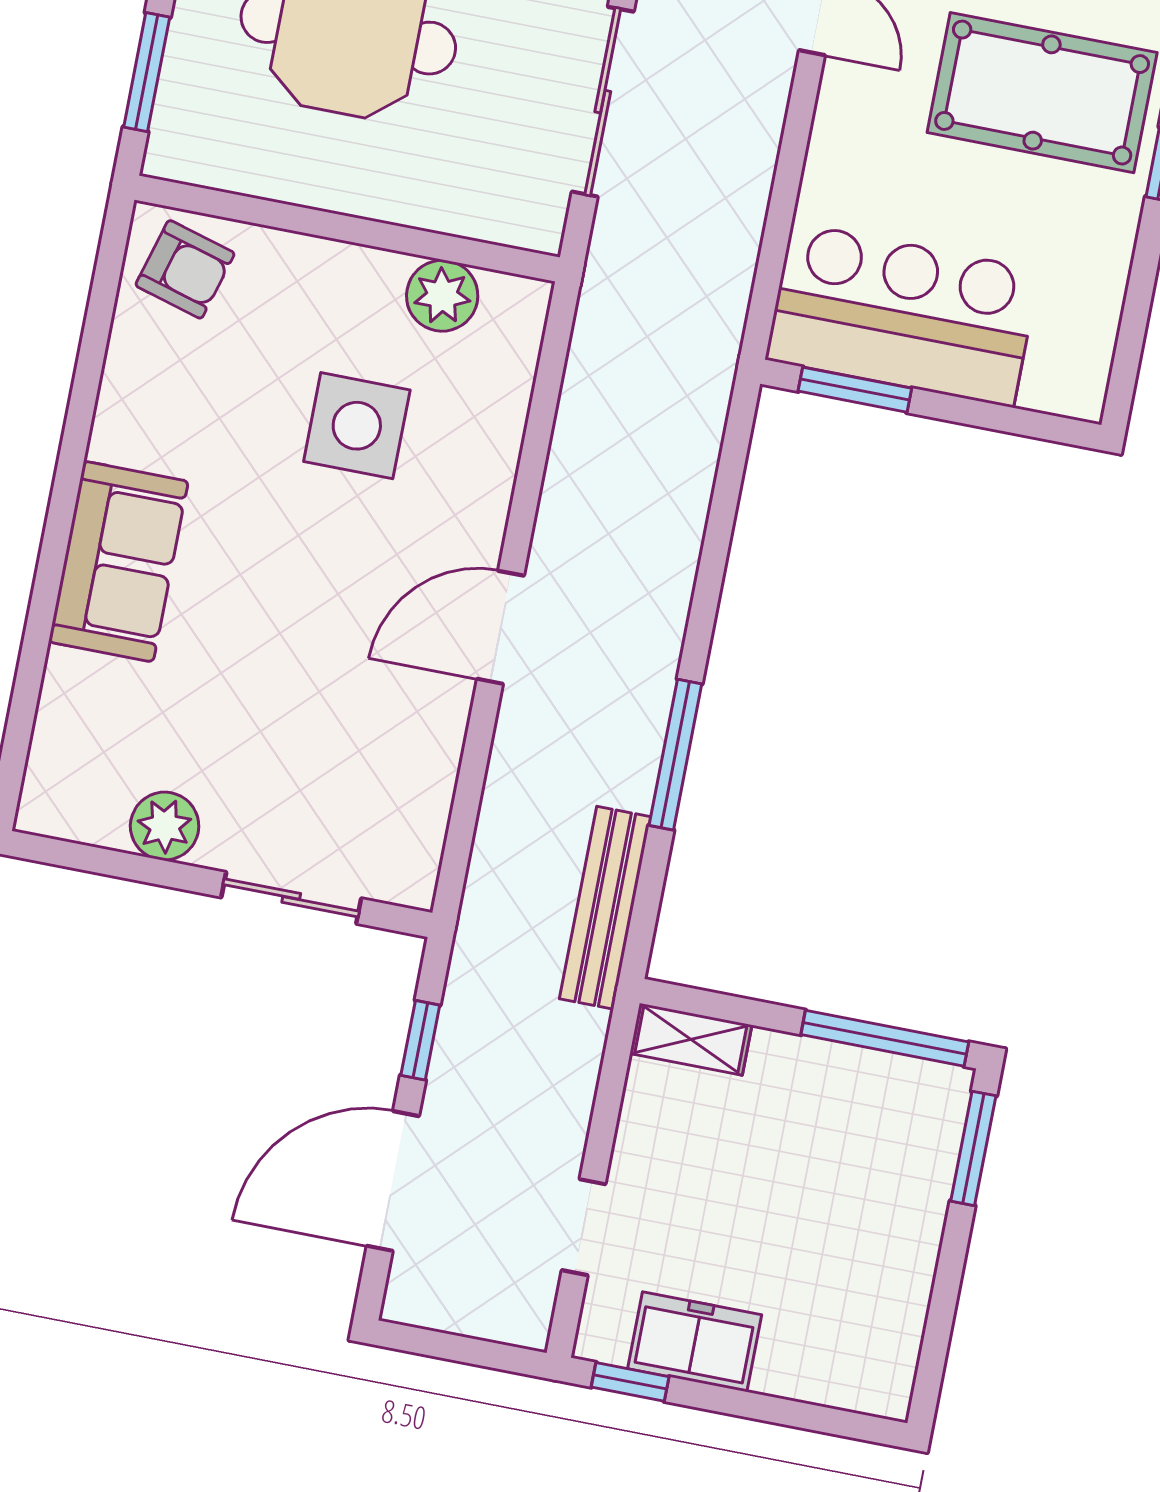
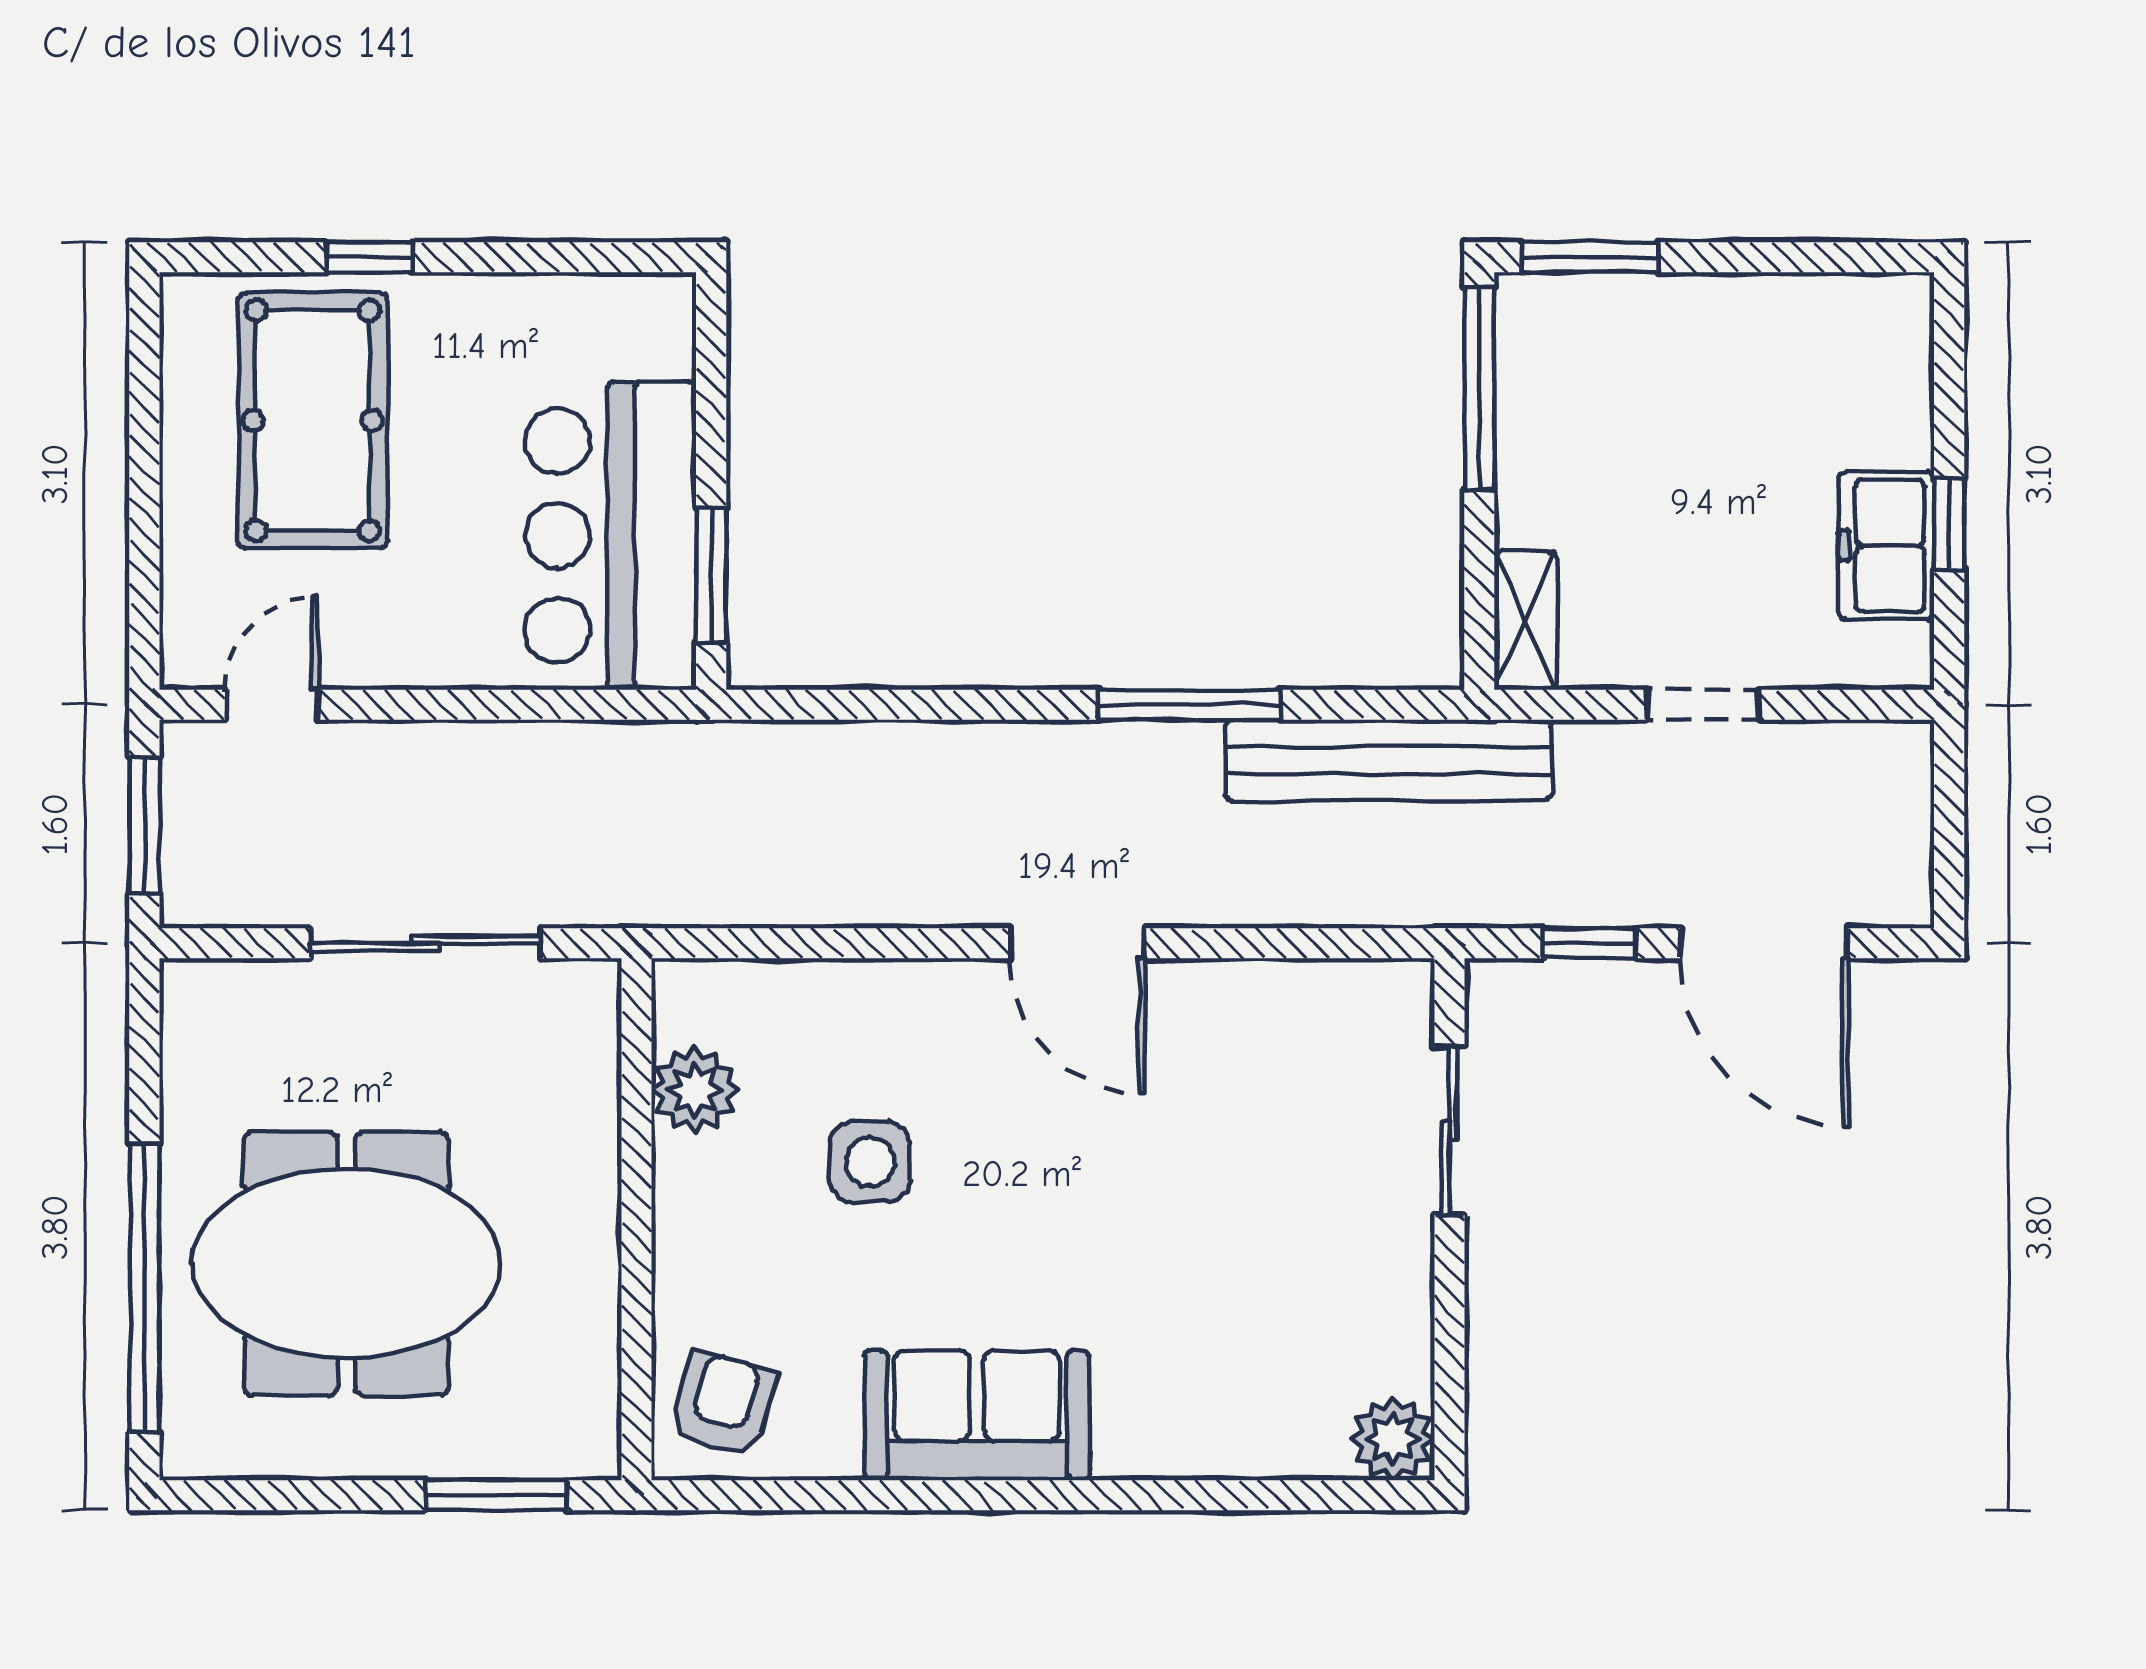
side table: (357, 426) -> (870, 1162), width x0.73, depth x0.73
sofa: (118, 562) -> (977, 1415), moved
plant: (165, 826) -> (1393, 1439), moved
bench: (605, 908) -> (1388, 760), width x1.37, depth x1.21
doorway: (584, 1227) -> (1703, 705), moved
window: (630, 1382) -> (1949, 525), moved

